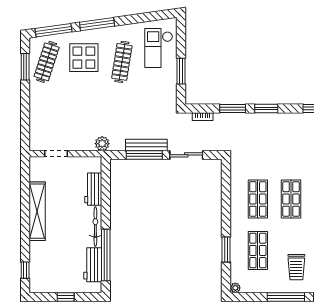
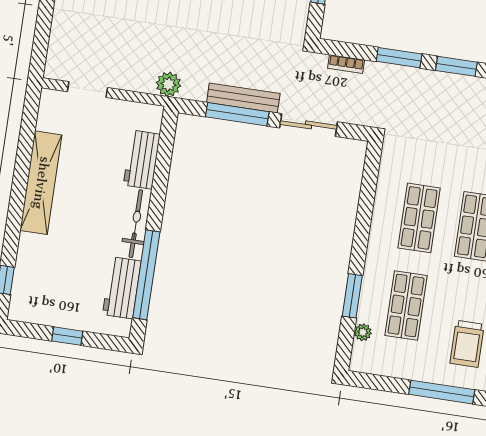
plant: (235, 288) -> (363, 332), moved

